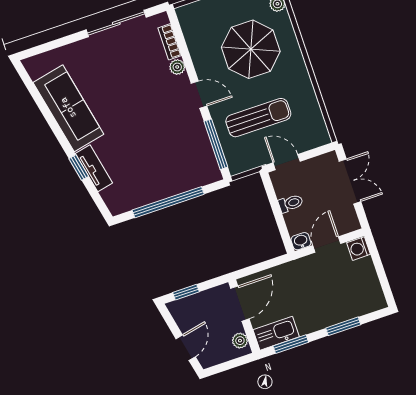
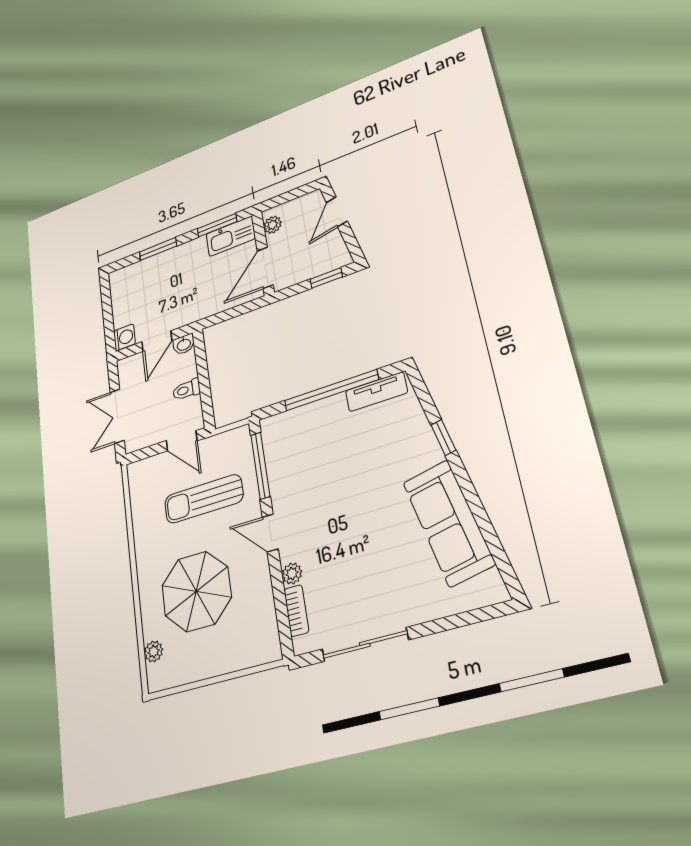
tv unit: (94, 168) -> (376, 392), moved, turned -78

